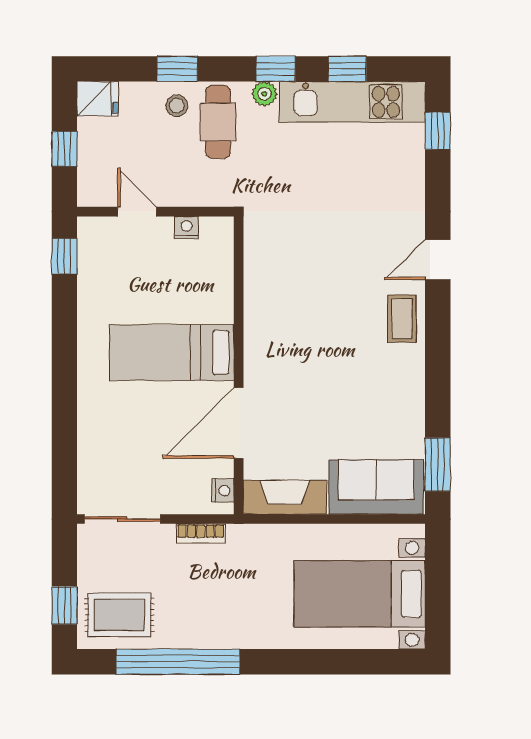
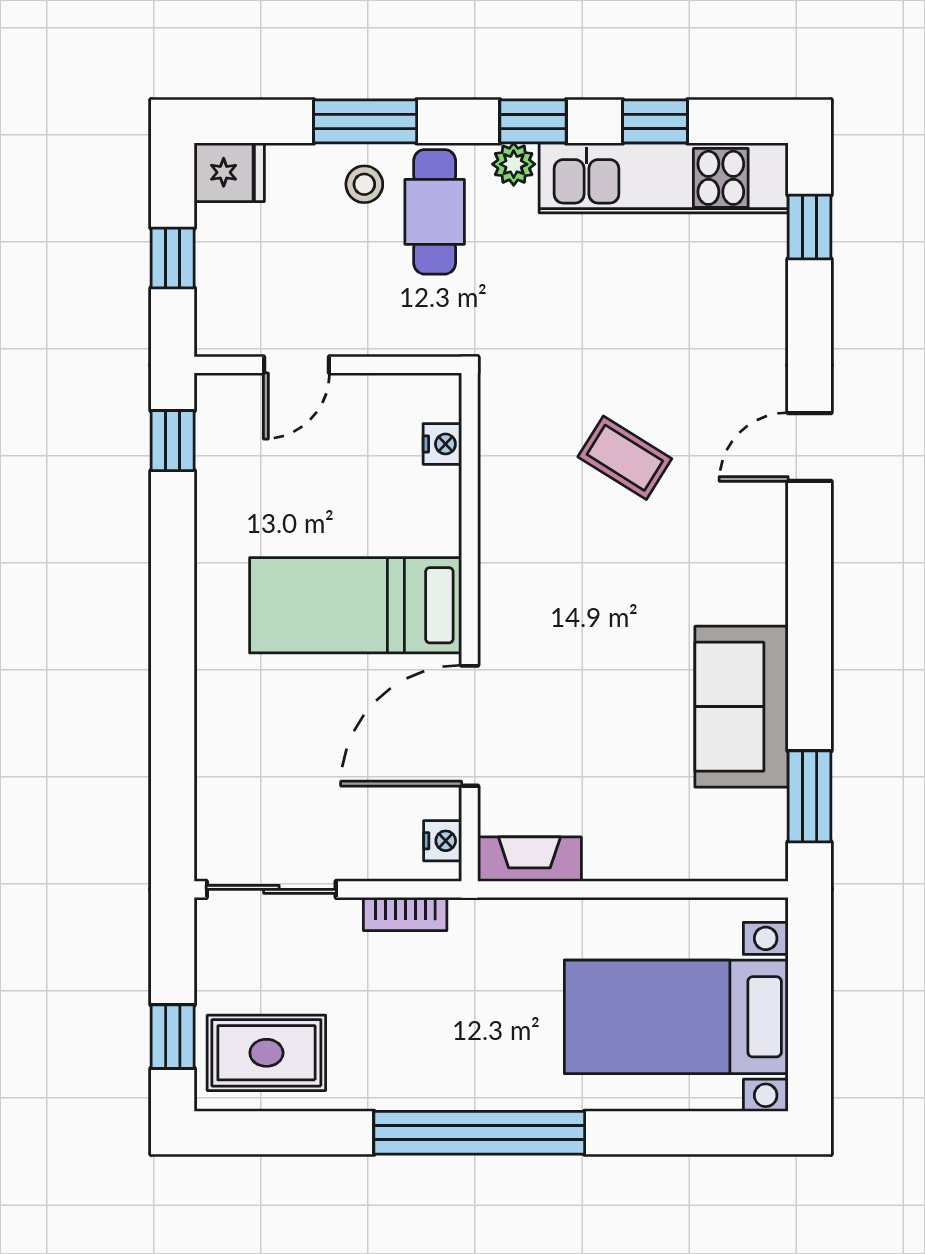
window: (177, 69) -> (365, 121), width x1.50
door: (137, 212) -> (296, 365), swing flipped
nightstand: (187, 228) -> (442, 444), moved, turned 90
coffee table: (402, 319) -> (625, 458), moved, turned -58
sofa: (376, 487) -> (741, 707), moved, turned -90
fireplace: (285, 497) -> (529, 859), width x0.73, depth x0.76
window: (178, 662) -> (479, 1133), moved

